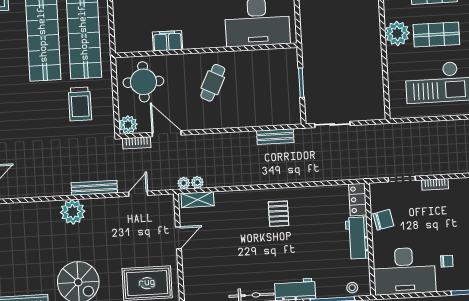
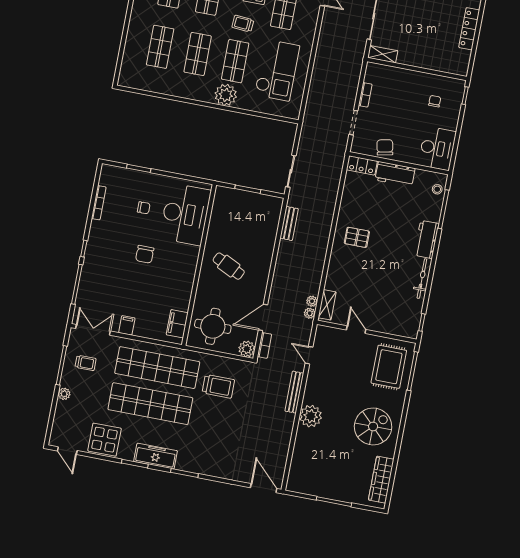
filing cabinet: (167, 41) -> (177, 324), moved
desk: (404, 271) -> (437, 148), width x0.73, depth x0.77

